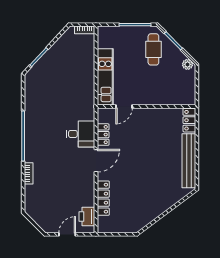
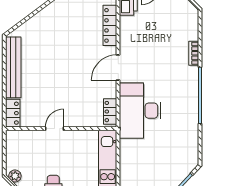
door: (124, 106) -> (55, 129), moved
desk: (81, 134) -> (140, 111), width x1.87, depth x1.30
locker: (103, 135) -> (110, 112), moved

